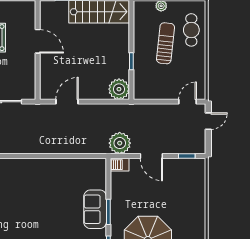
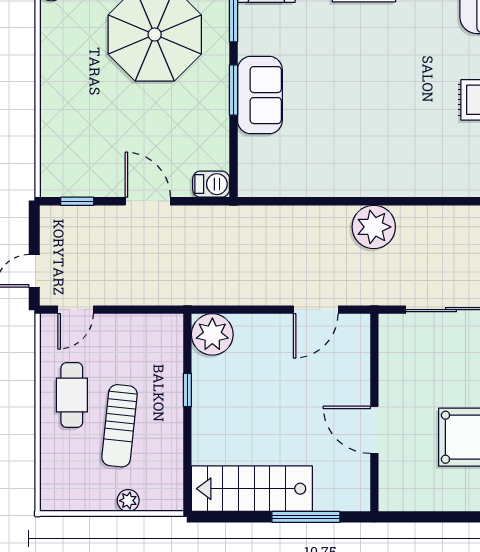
cafe table: (191, 30) -> (72, 395), moved
plant: (120, 143) -> (374, 227), moved

